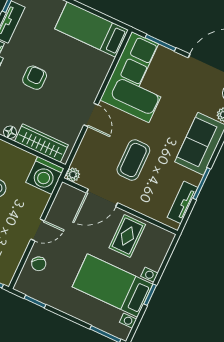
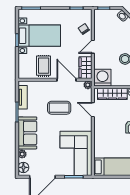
door: (91, 115) -> (93, 110), moved
coffee table: (133, 160) -> (59, 108), turned 90
door: (102, 198) -> (67, 80), hinge flipped
wardrobe: (64, 203) -> (85, 68), added

